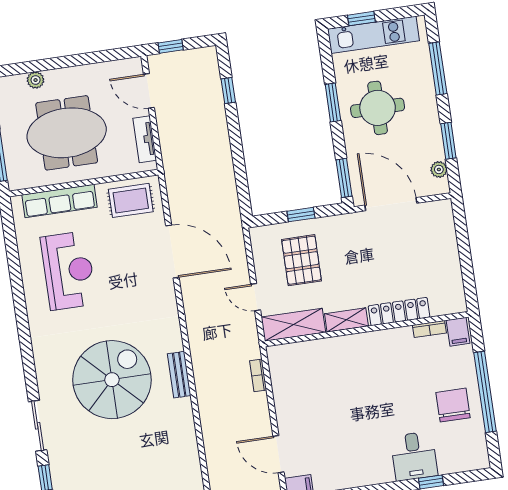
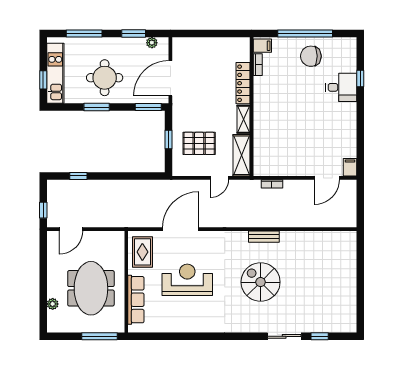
tv unit: (145, 139) -> (103, 237), removed
reception desk: (68, 271) -> (187, 280), moved
spiral stairs: (112, 380) -> (261, 282), width x0.73, depth x0.73

